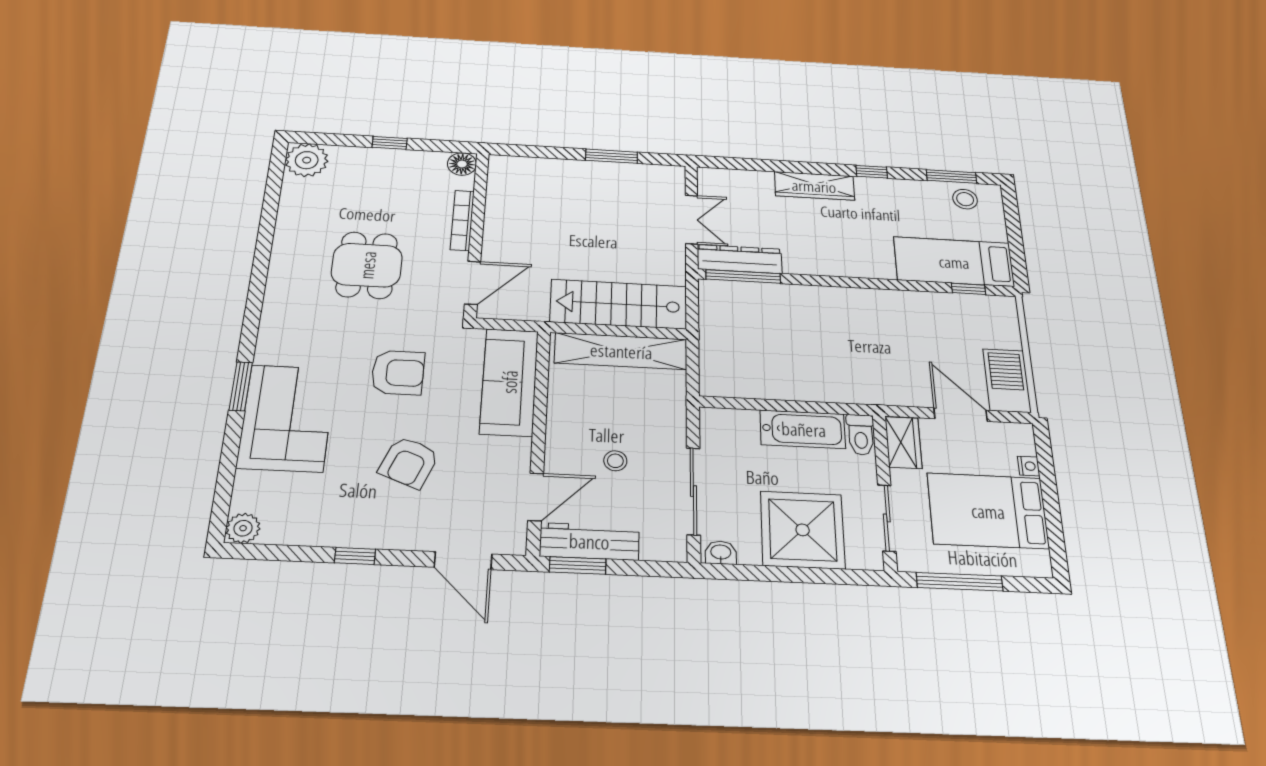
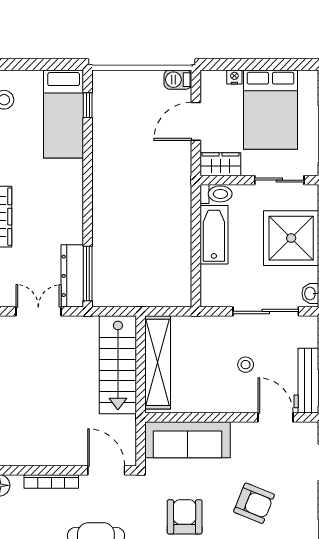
barbecue: (1007, 381) -> (178, 80), width x0.53, depth x0.65

